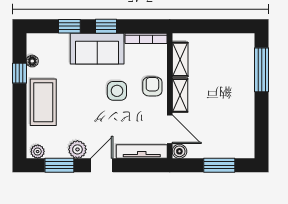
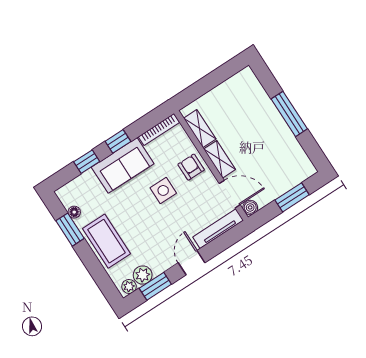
window: (262, 70) -> (289, 114), moved
window: (19, 73) -> (70, 230), width x1.50
plant: (77, 149) -> (143, 275), moved

